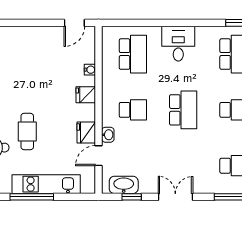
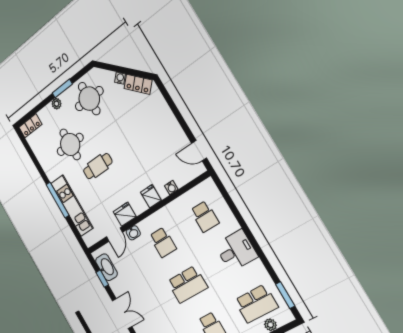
school desk: (133, 54) -> (205, 216), width x0.54
door: (99, 156) -> (114, 235), swing flipped

